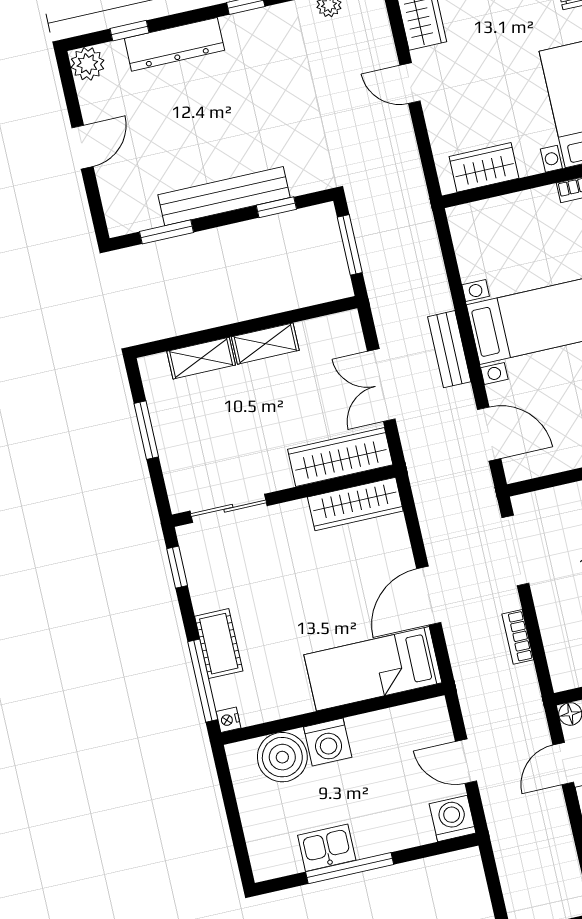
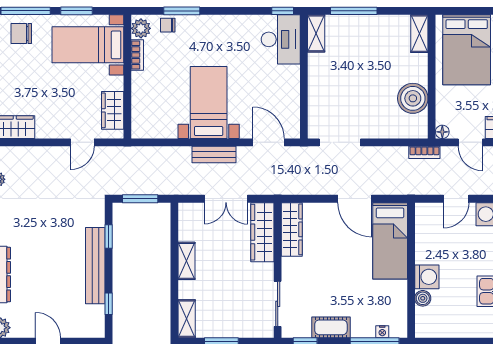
door: (410, 83) -> (82, 142), moved
window: (167, 232) -> (109, 304), width x0.67
shelving: (201, 358) -> (187, 319), moved
door: (489, 434) -> (269, 142), hinge flipped
bookcase: (518, 637) -> (424, 152), moved
cot: (219, 644) -> (331, 327), moved
nightstand: (228, 720) -> (382, 332), moved
boiler: (282, 757) -> (423, 298), width x0.54, depth x0.54

